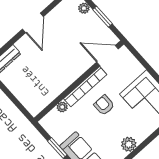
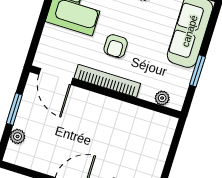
plant: (62, 107) -> (162, 98), moved

